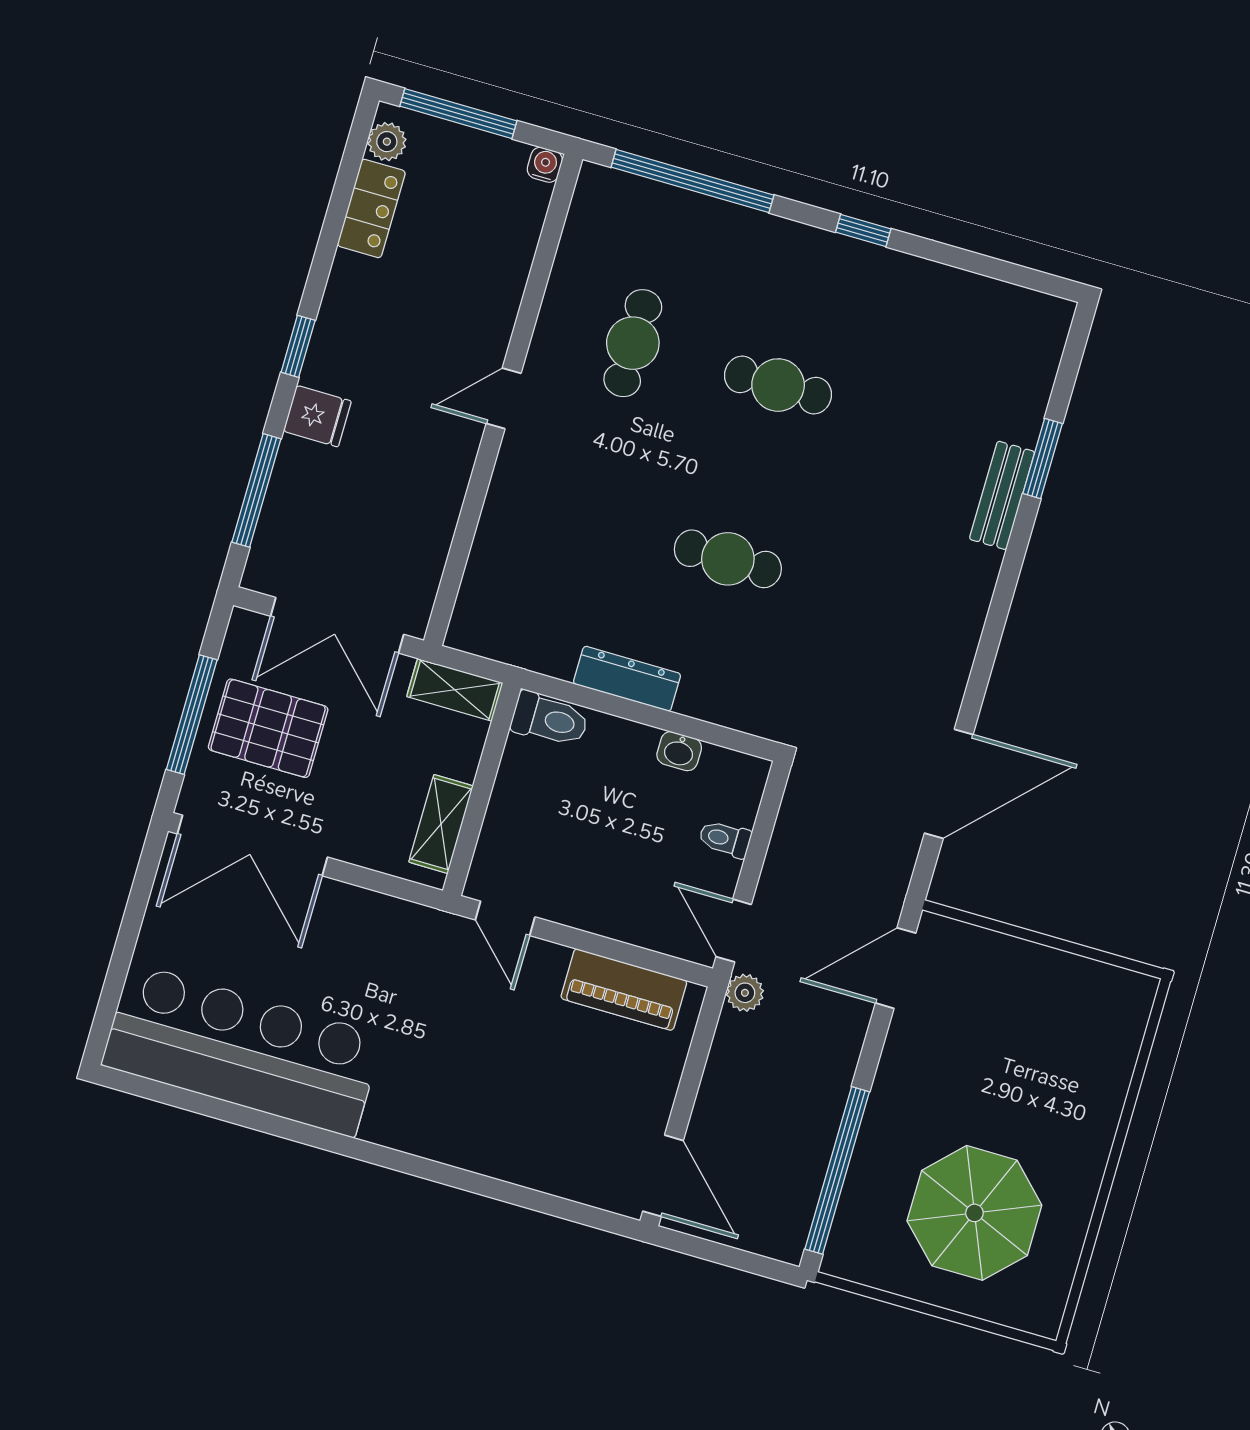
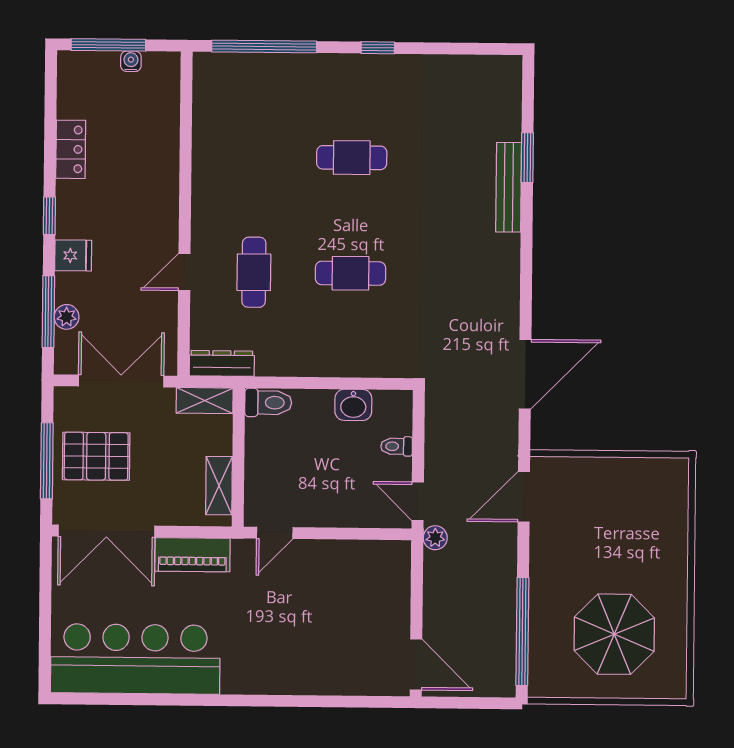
plant: (387, 142) -> (67, 317), moved
water cooler: (545, 165) -> (131, 61), moved
locker: (371, 208) -> (71, 149), moved
cafe table: (633, 343) -> (254, 272), moved
door: (504, 398) -> (184, 272), moved
bench: (1002, 495) -> (509, 187), width x1.36
double door: (337, 625) -> (121, 381), swing flipped
dresser: (627, 679) -> (222, 363), moved
washbasin: (679, 751) -> (353, 405), width x1.38, depth x1.45
door: (505, 918) -> (275, 533), hinge flipped
piano: (624, 990) -> (192, 555), moved

